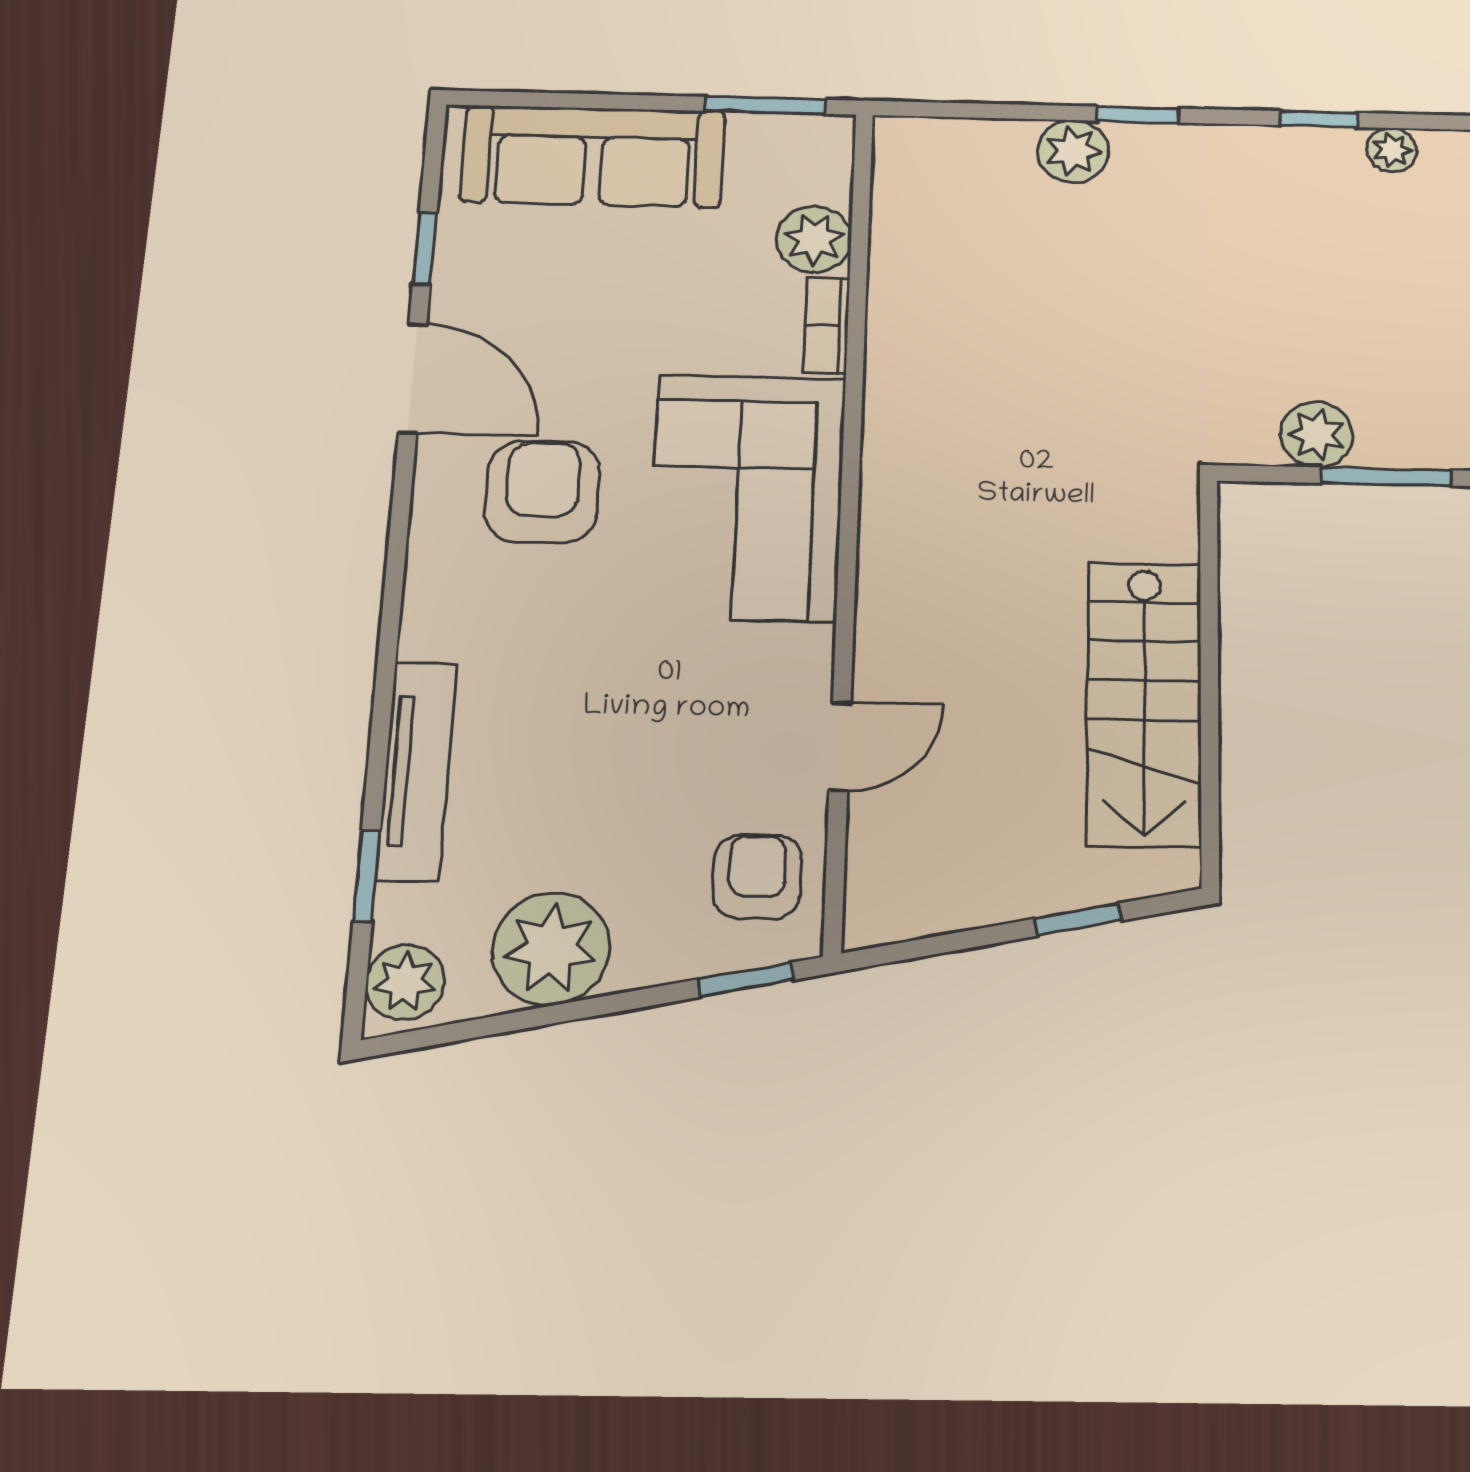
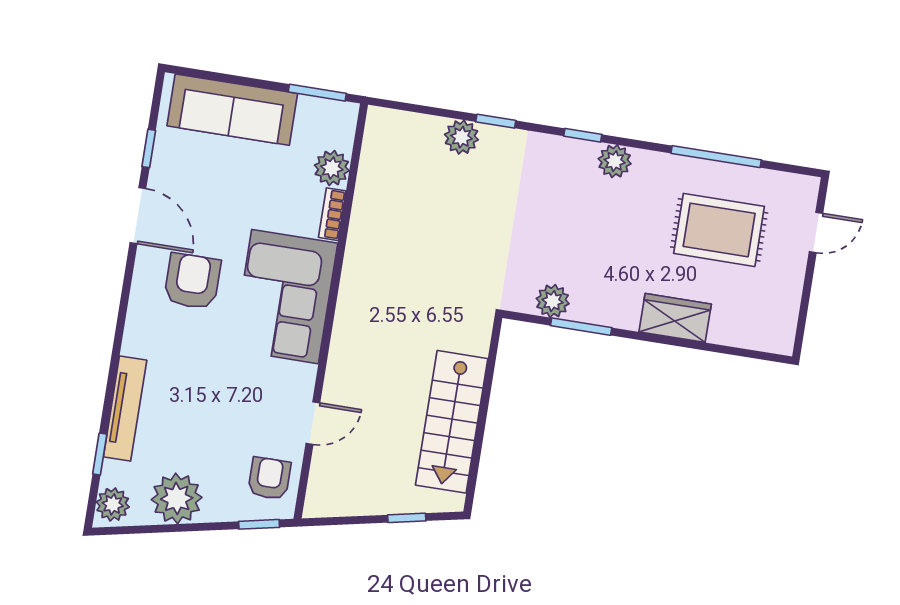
plant: (1392, 150) -> (615, 161), width x1.38, depth x1.38

